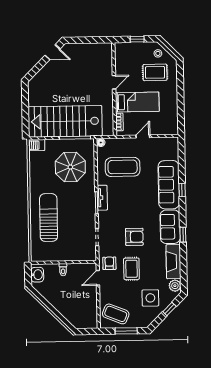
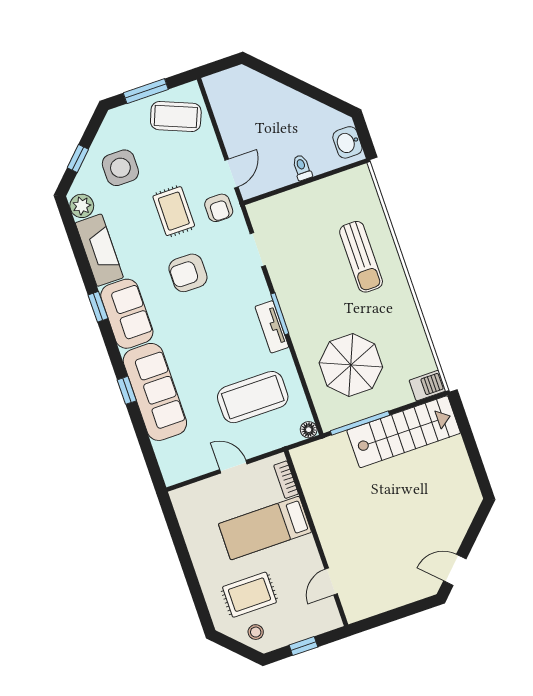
door: (114, 82) -> (331, 582), moved
stairs: (65, 121) -> (404, 432), width x0.73, depth x0.66
door: (143, 136) -> (233, 467), swing flipped
sun lounger: (49, 218) -> (361, 257), width x0.73, depth x0.75

